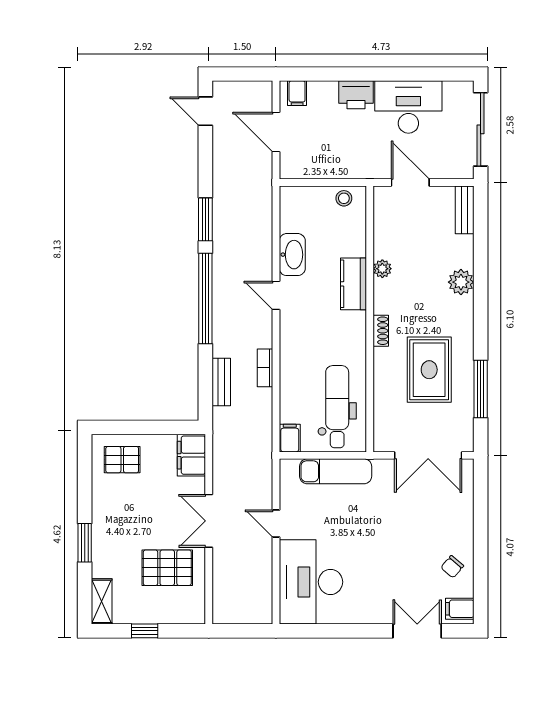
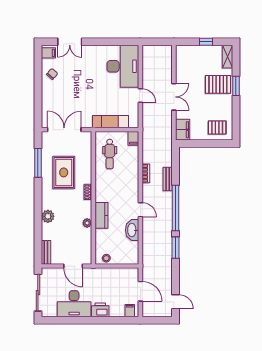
bench: (221, 382) -> (168, 179), moved
dental chair: (337, 407) -> (110, 154), width x0.73, depth x0.72
pallet: (167, 568) -> (218, 84), moved

